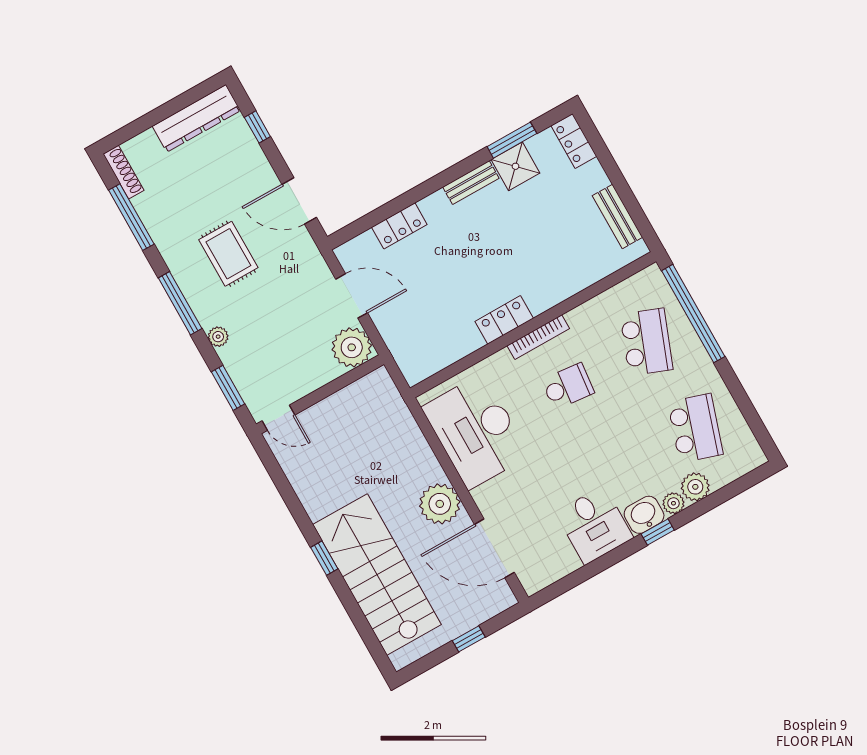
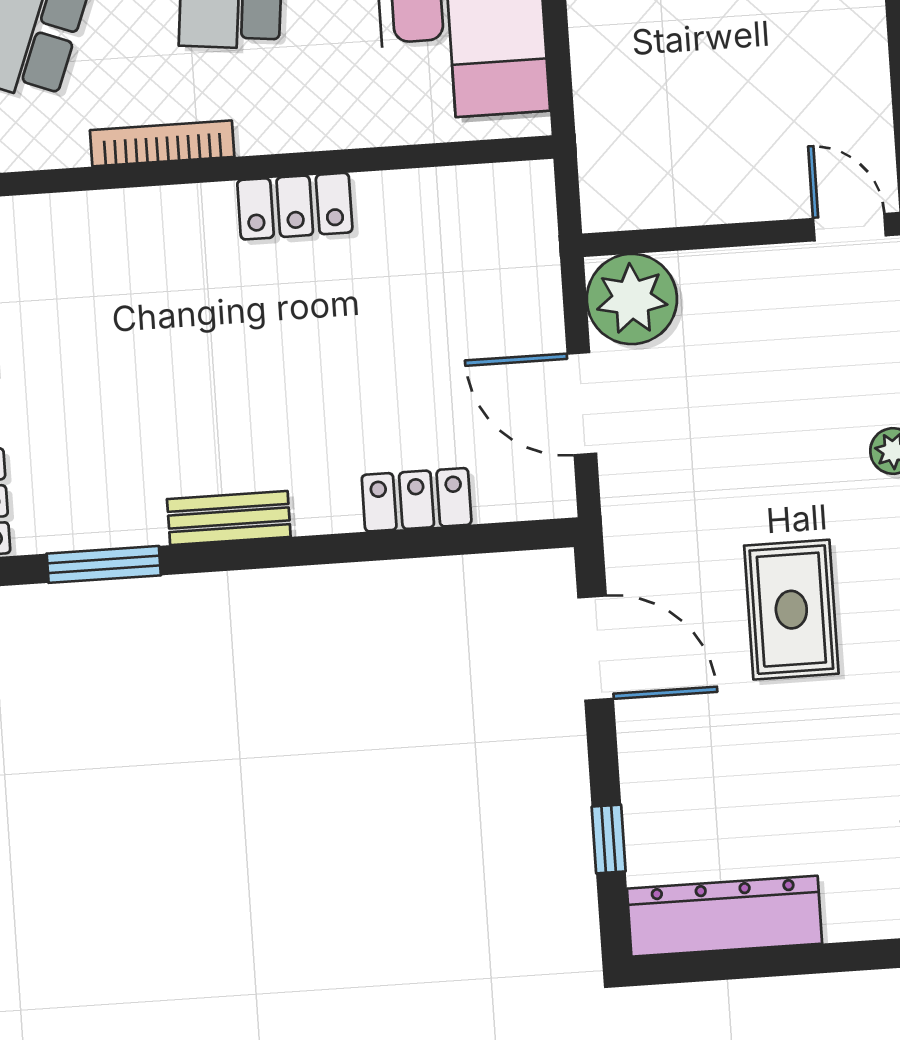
shower: (515, 166) -> (122, 508), removed
bookcase: (538, 337) -> (162, 143), moved

